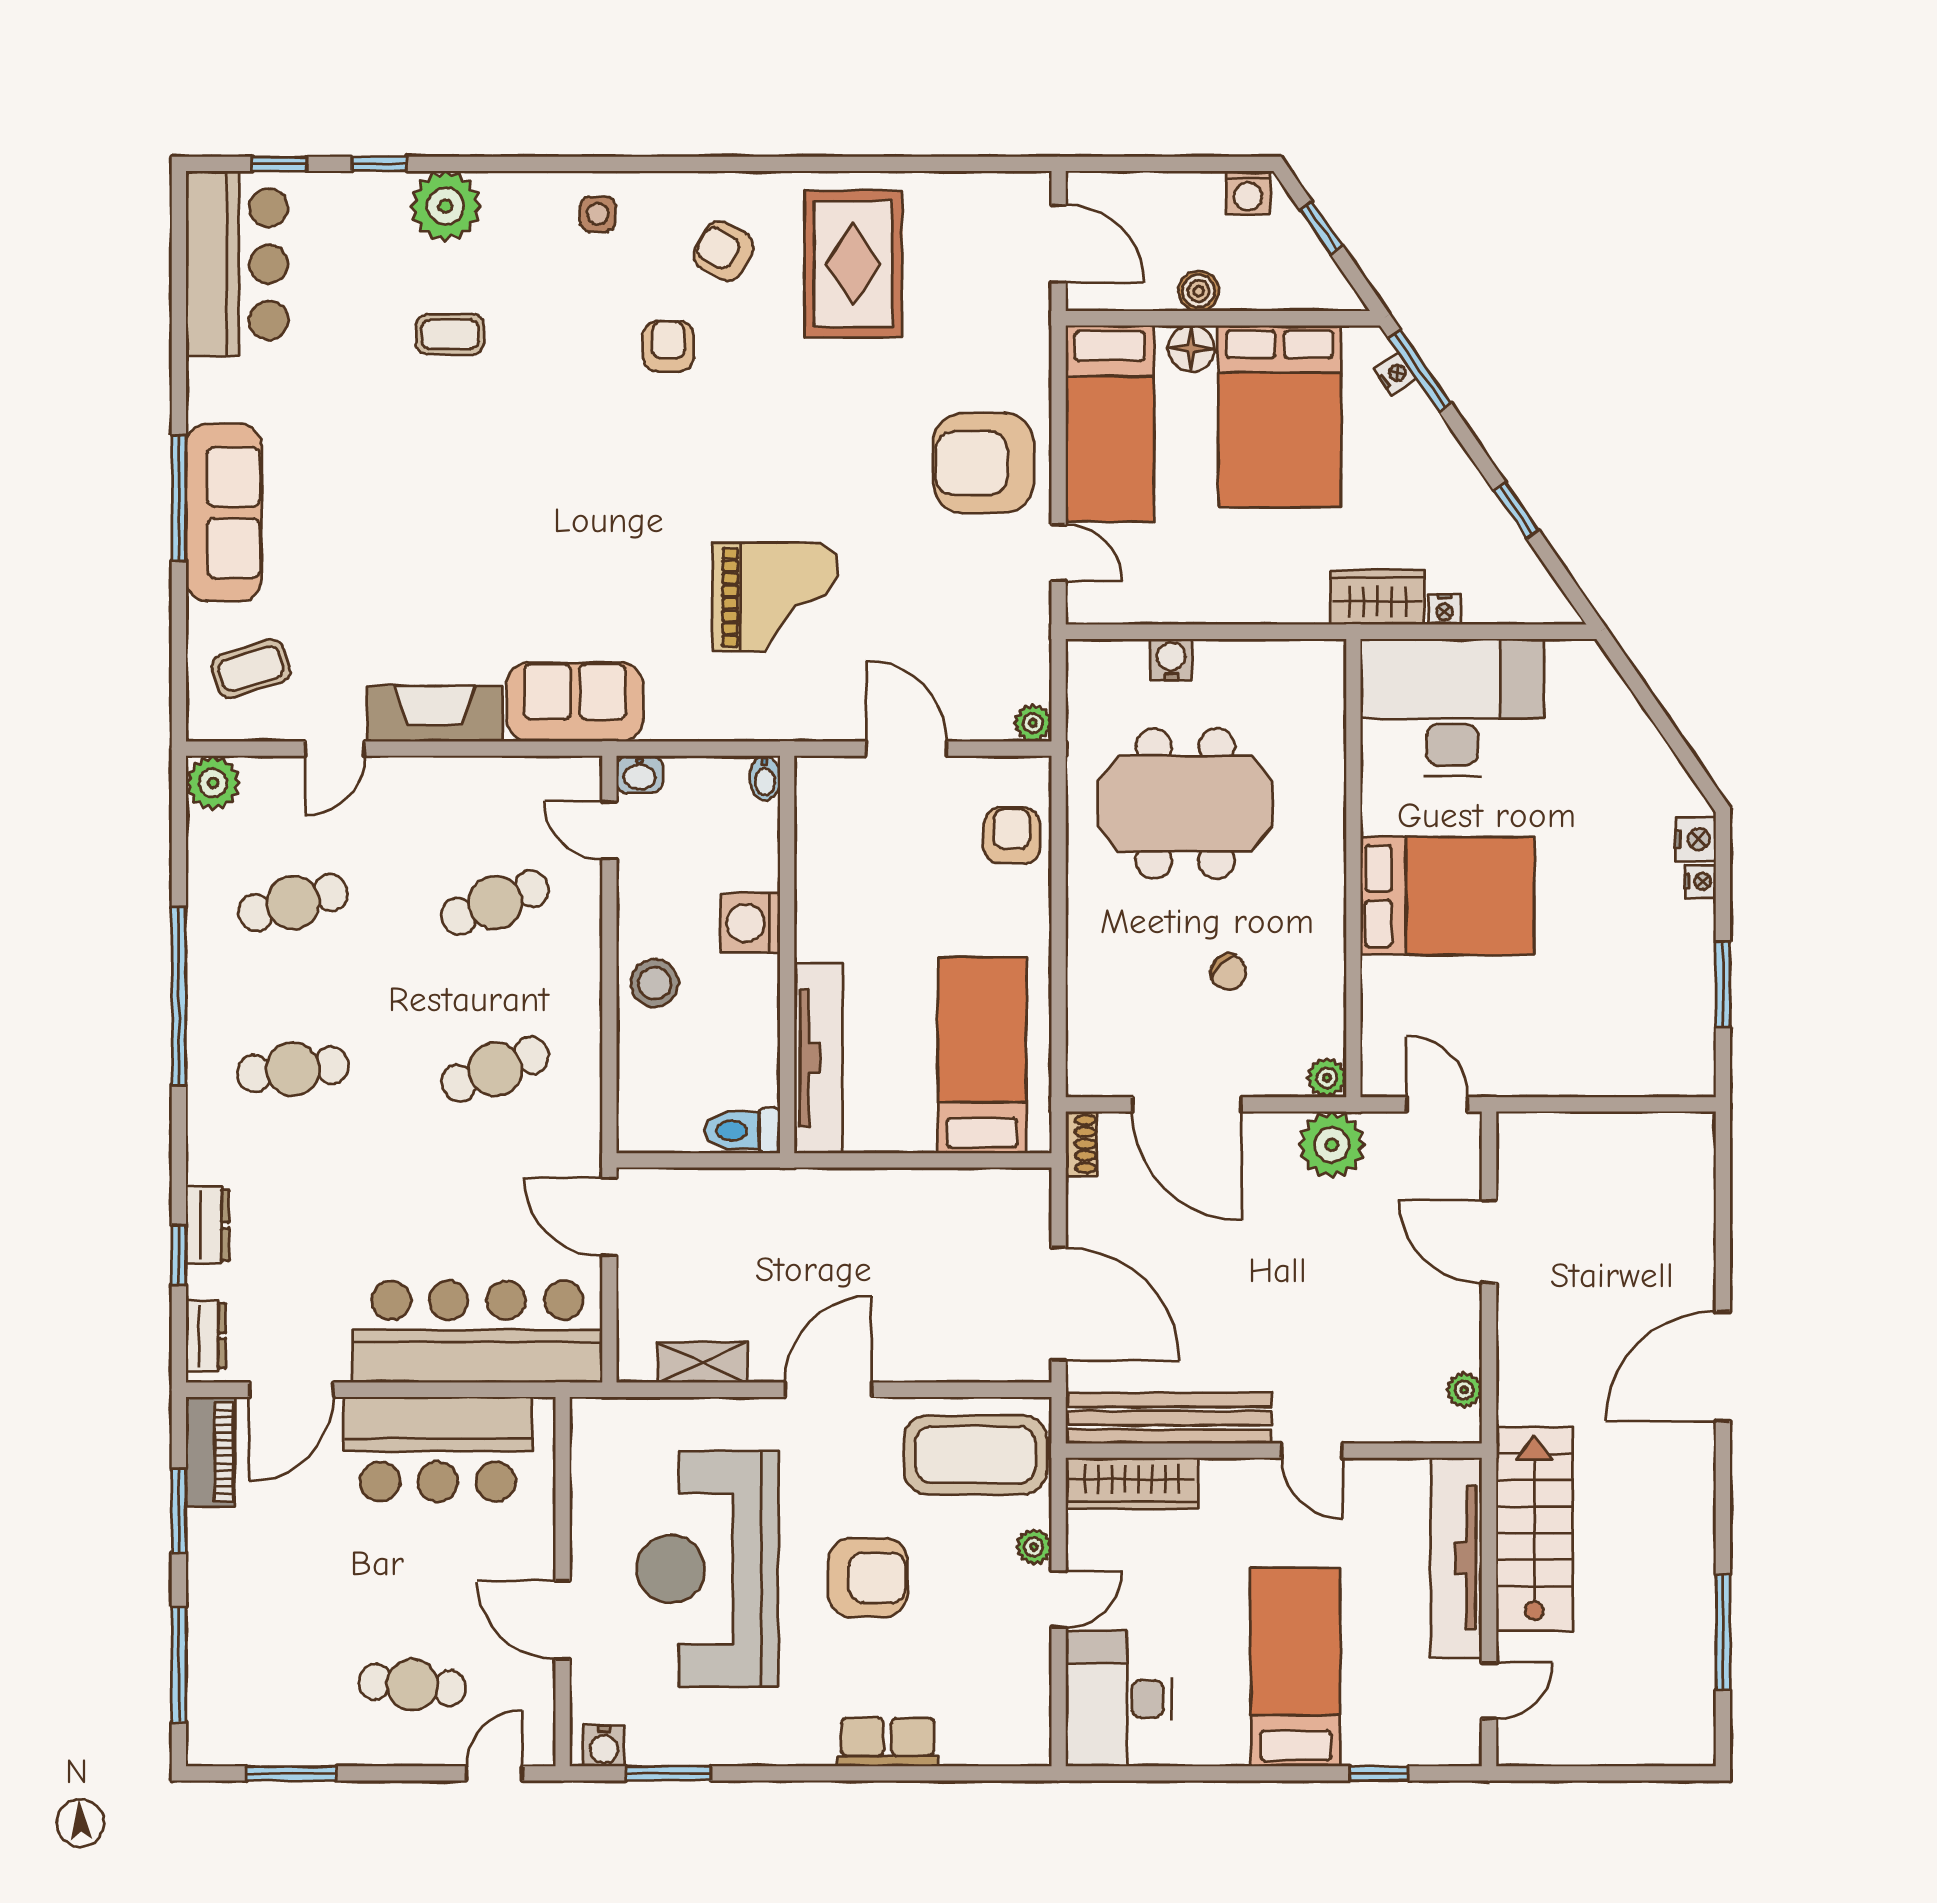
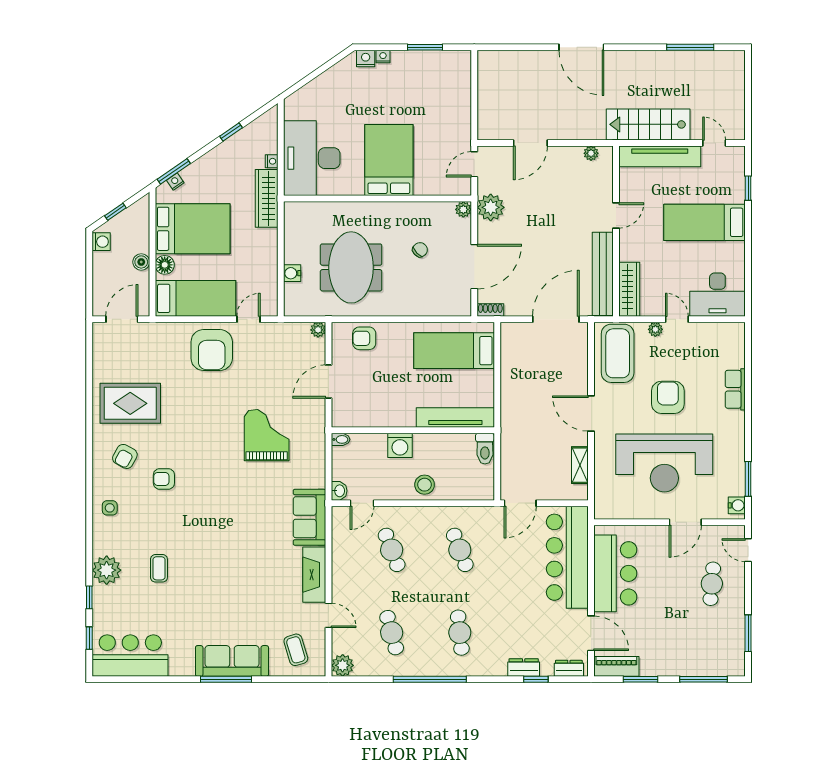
wardrobe: (1377, 597) -> (267, 198), width x1.50

